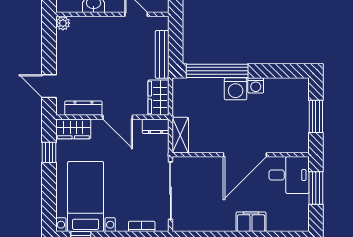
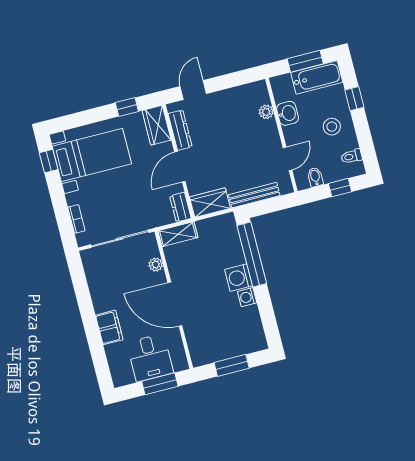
plant: (63, 23) -> (266, 112), moved
plant: (203, 163) -> (156, 265), added
desk: (289, 175) -> (150, 358), moved

